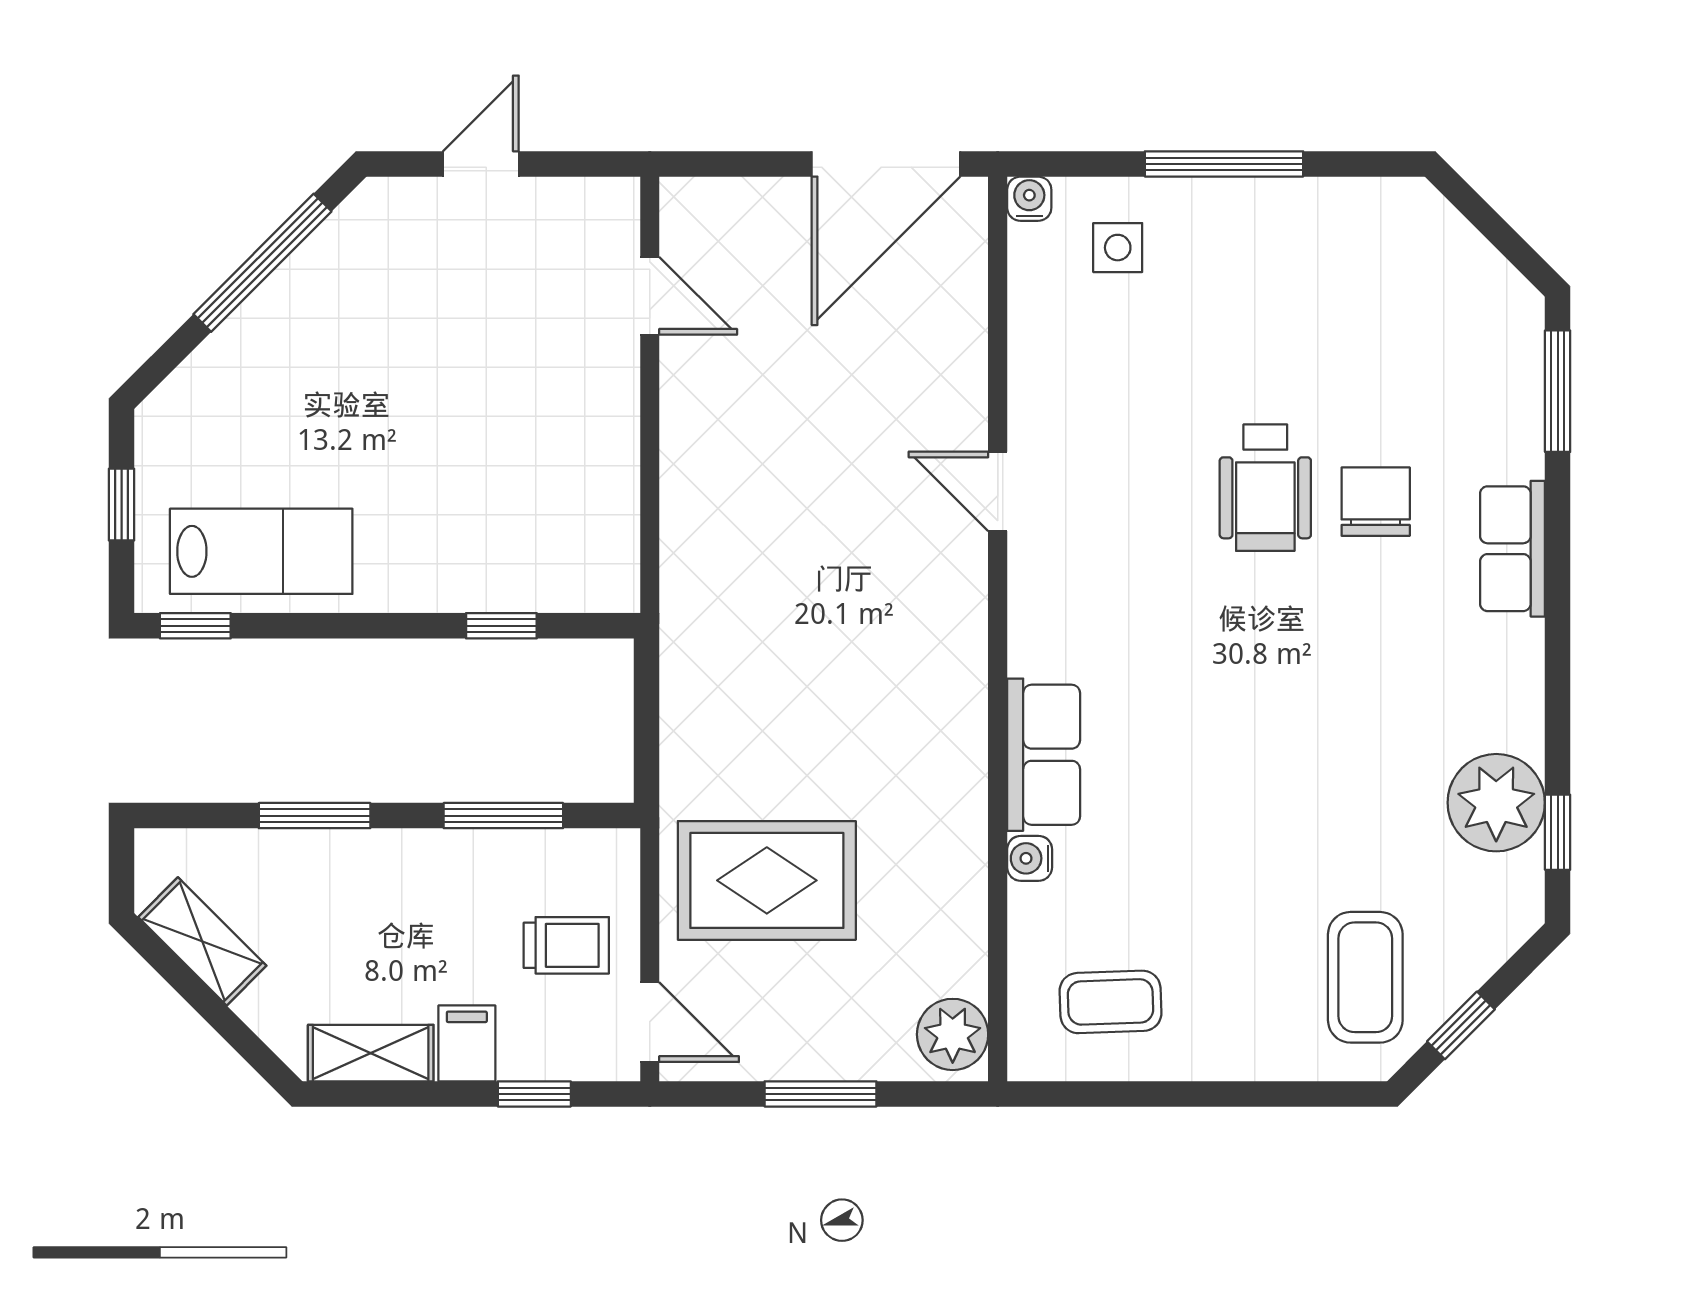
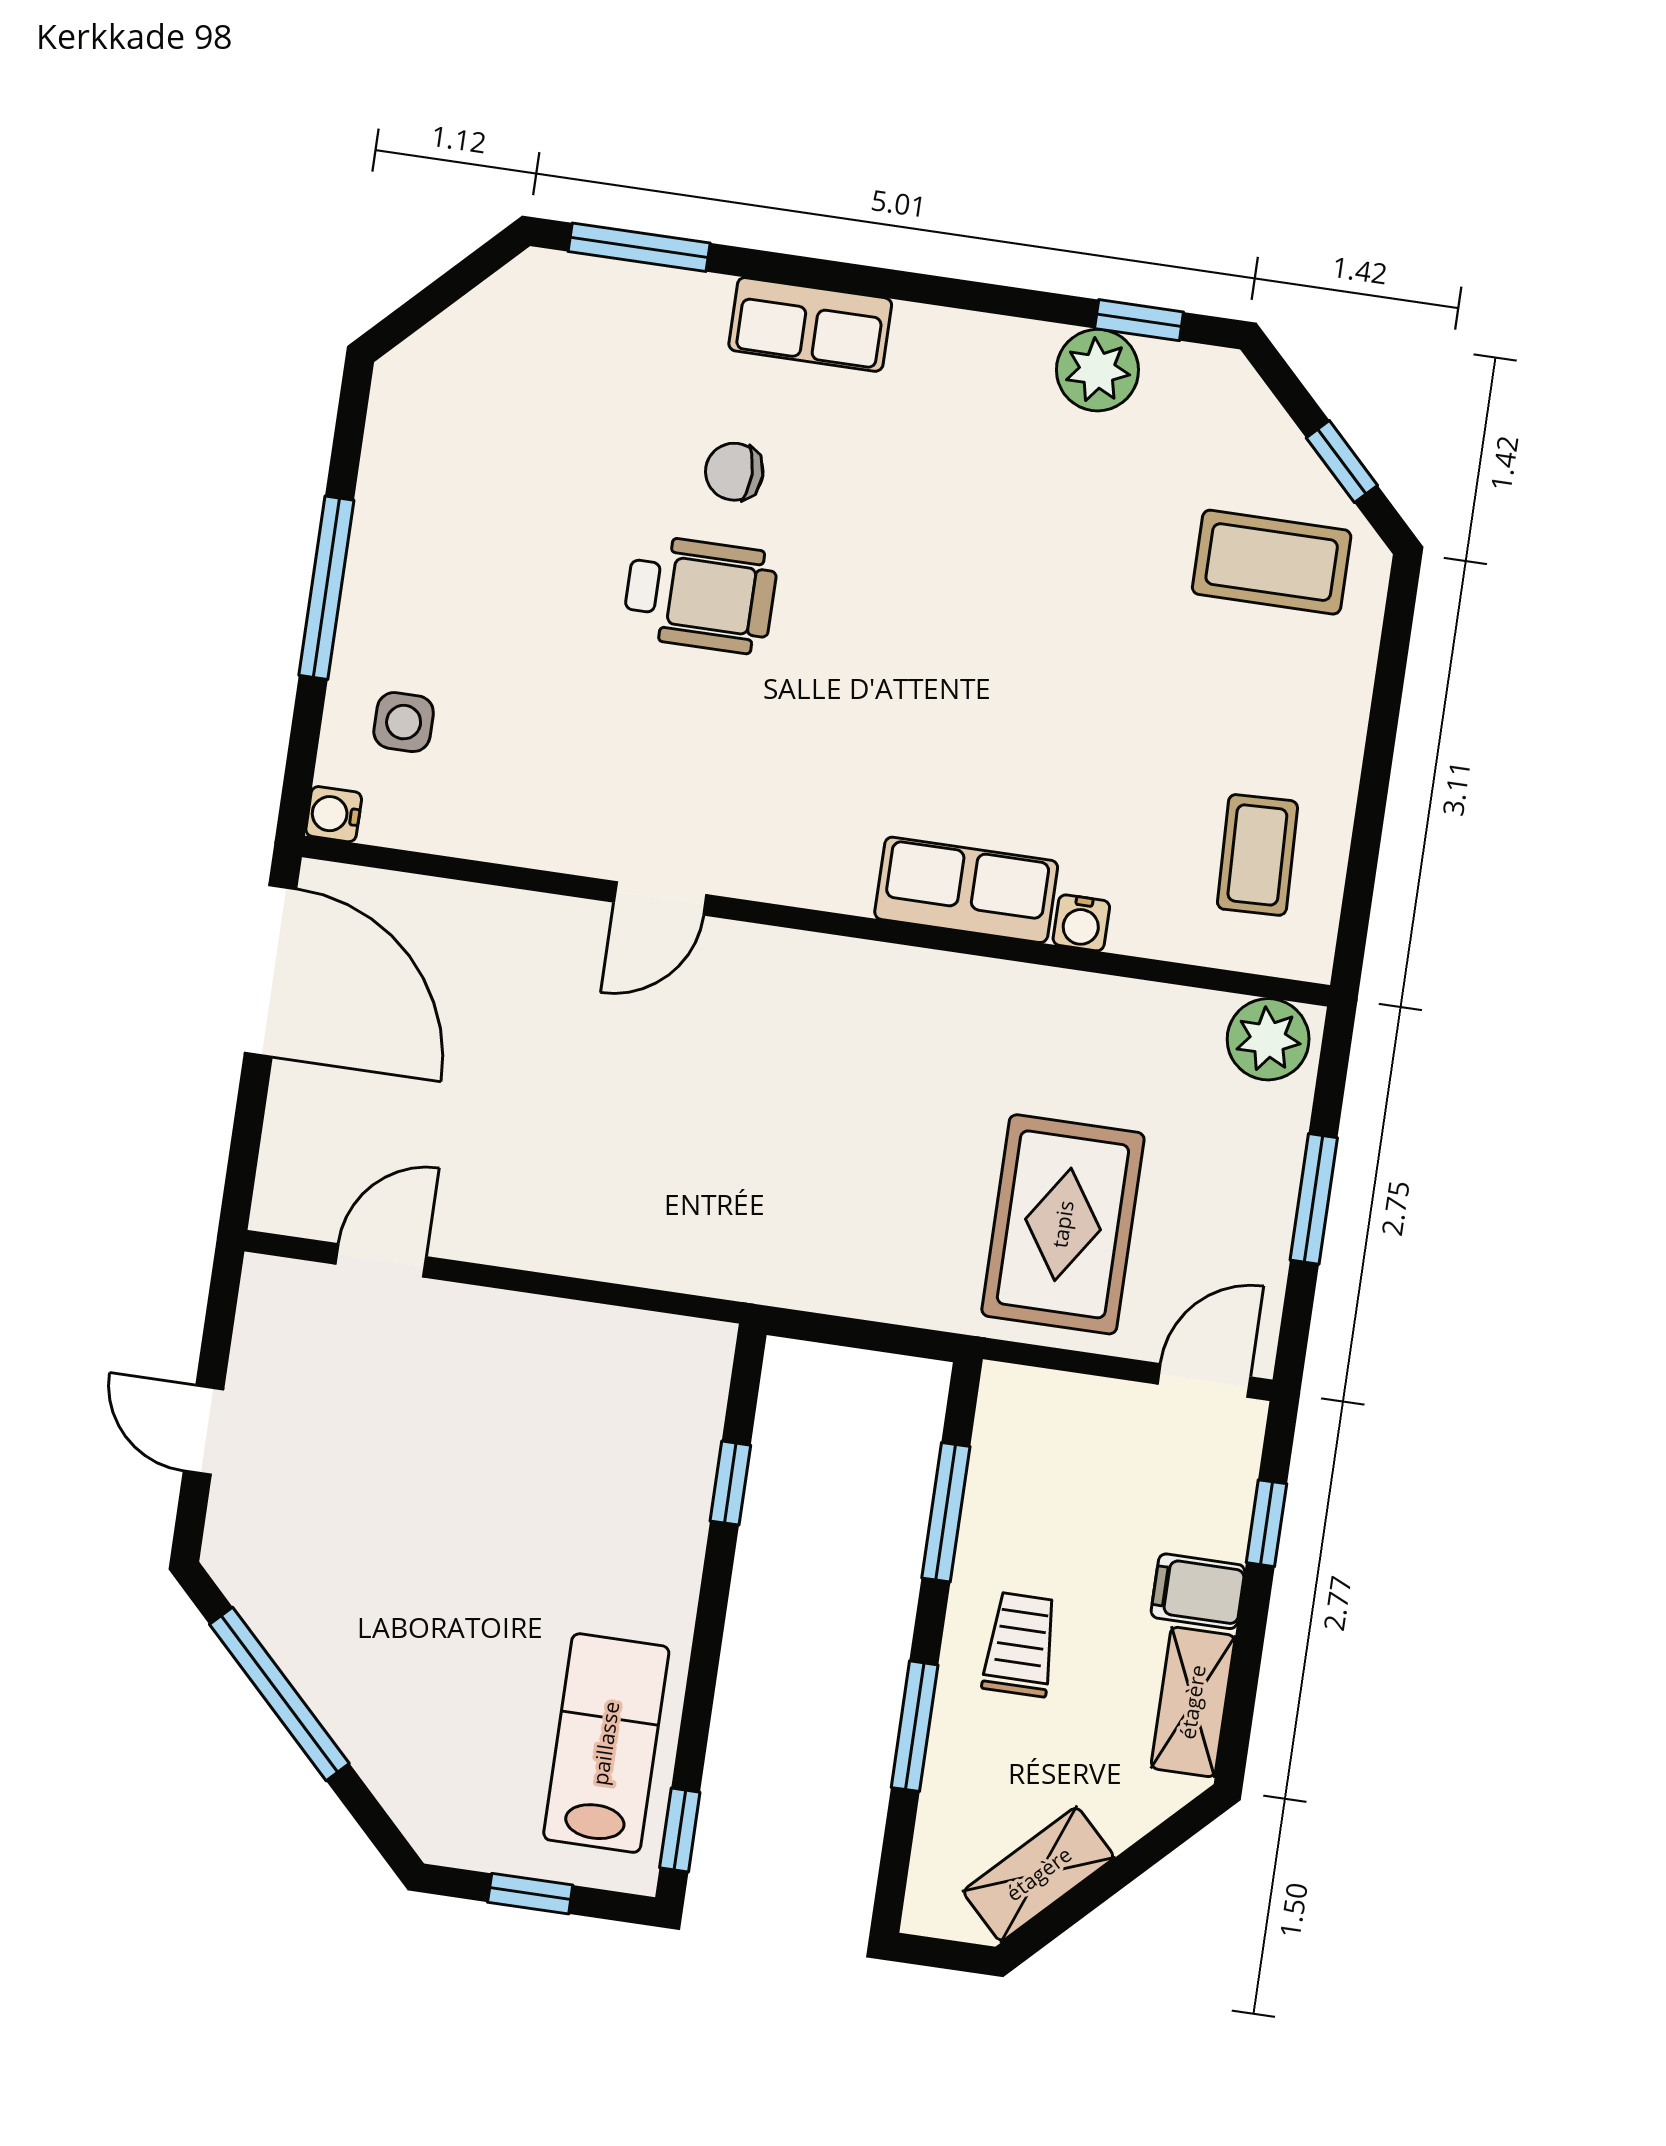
chair: (1376, 502) -> (734, 472), width x0.73, depth x0.73
plant: (1496, 803) -> (1097, 370), width x0.73, depth x0.73
trolley: (566, 945) -> (1020, 1645), moved

